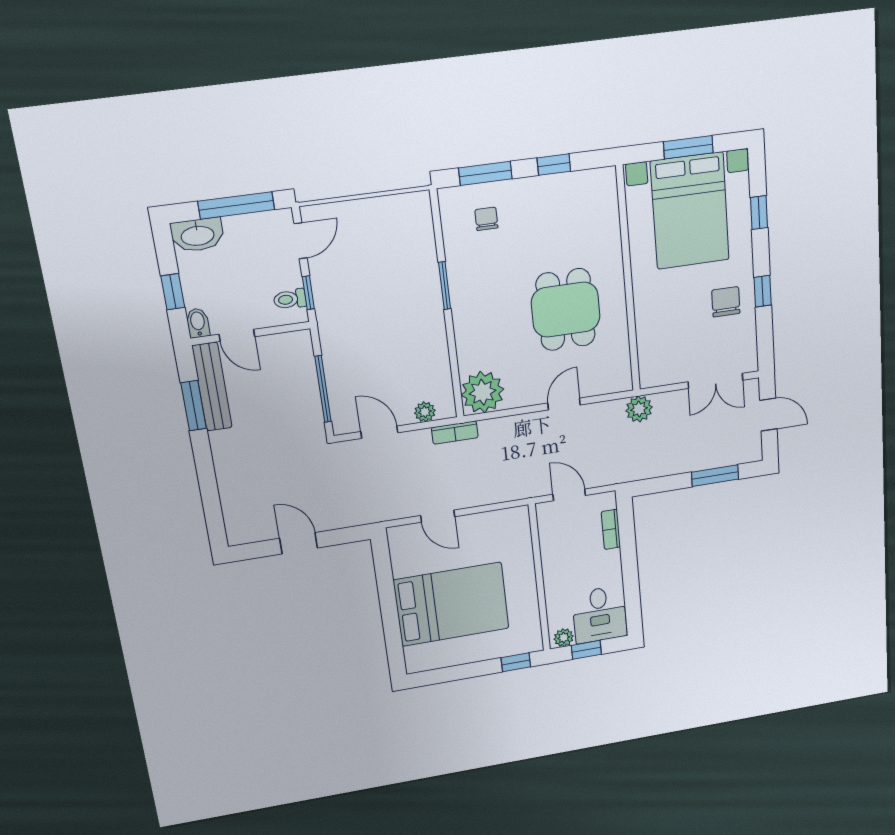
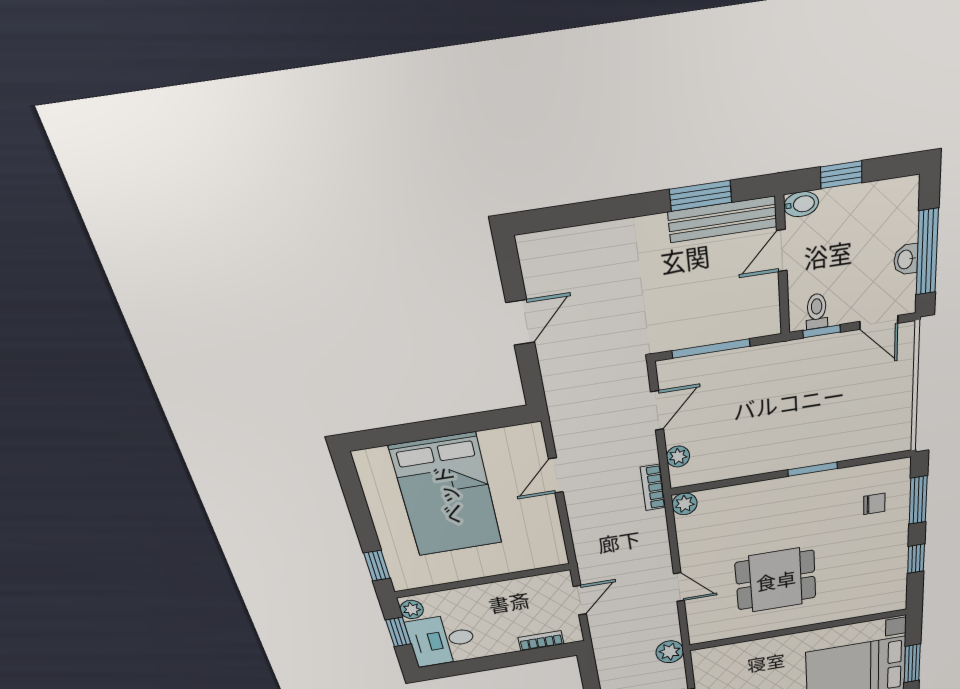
washbasin: (197, 235) -> (906, 259), moved, width x0.52, depth x0.69
plant: (483, 392) -> (685, 504), width x0.53, depth x0.53

